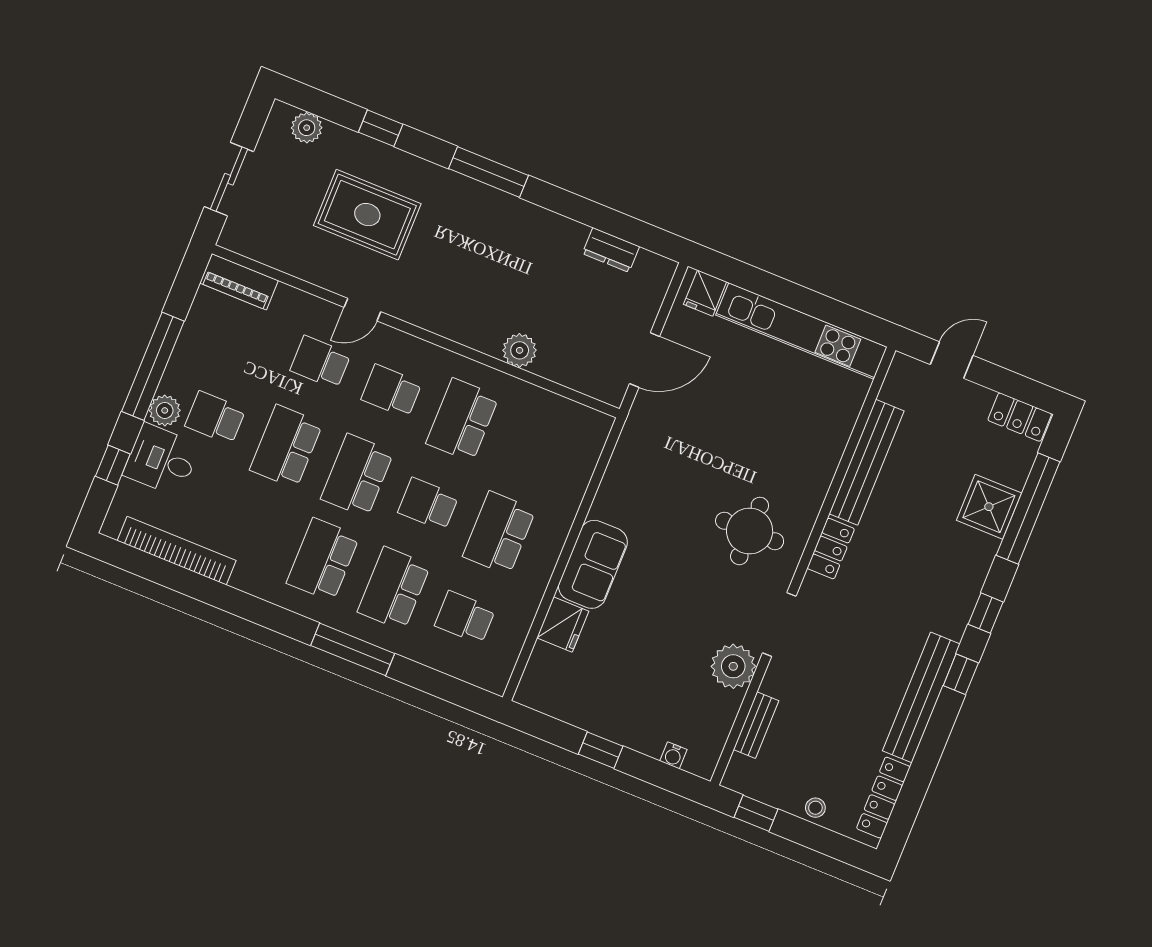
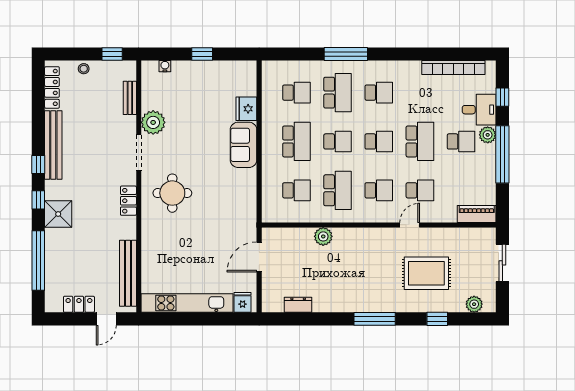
locker: (1020, 417) -> (79, 304), moved
school desk: (533, 449) -> (296, 190), added
bench: (867, 462) -> (128, 273), moved
school desk: (357, 475) -> (379, 141), width x0.54
shower: (989, 507) -> (58, 214), moved
school desk: (323, 560) -> (379, 93), width x0.54

